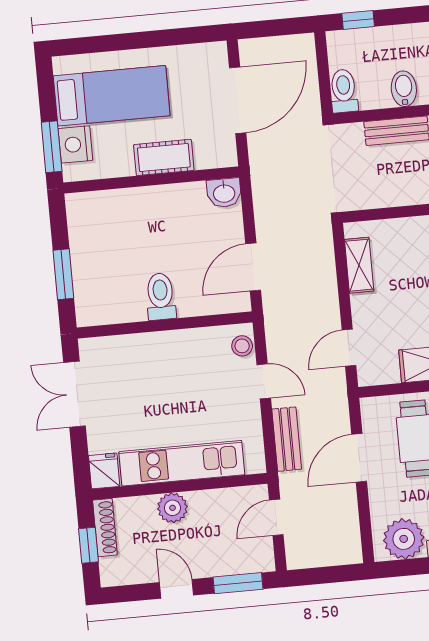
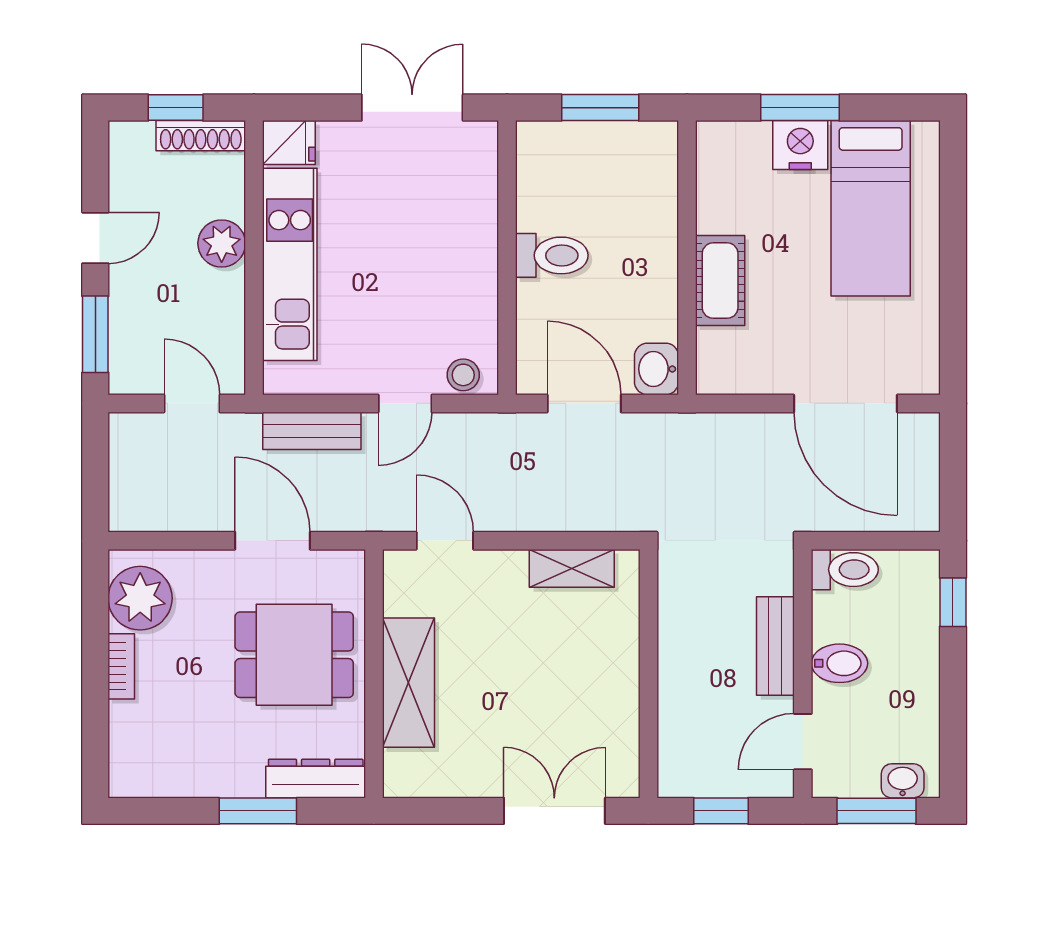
cot: (164, 157) -> (720, 281), moved
wall: (151, 180) -> (687, 258), moved
washbasin: (224, 193) -> (657, 369), moved

